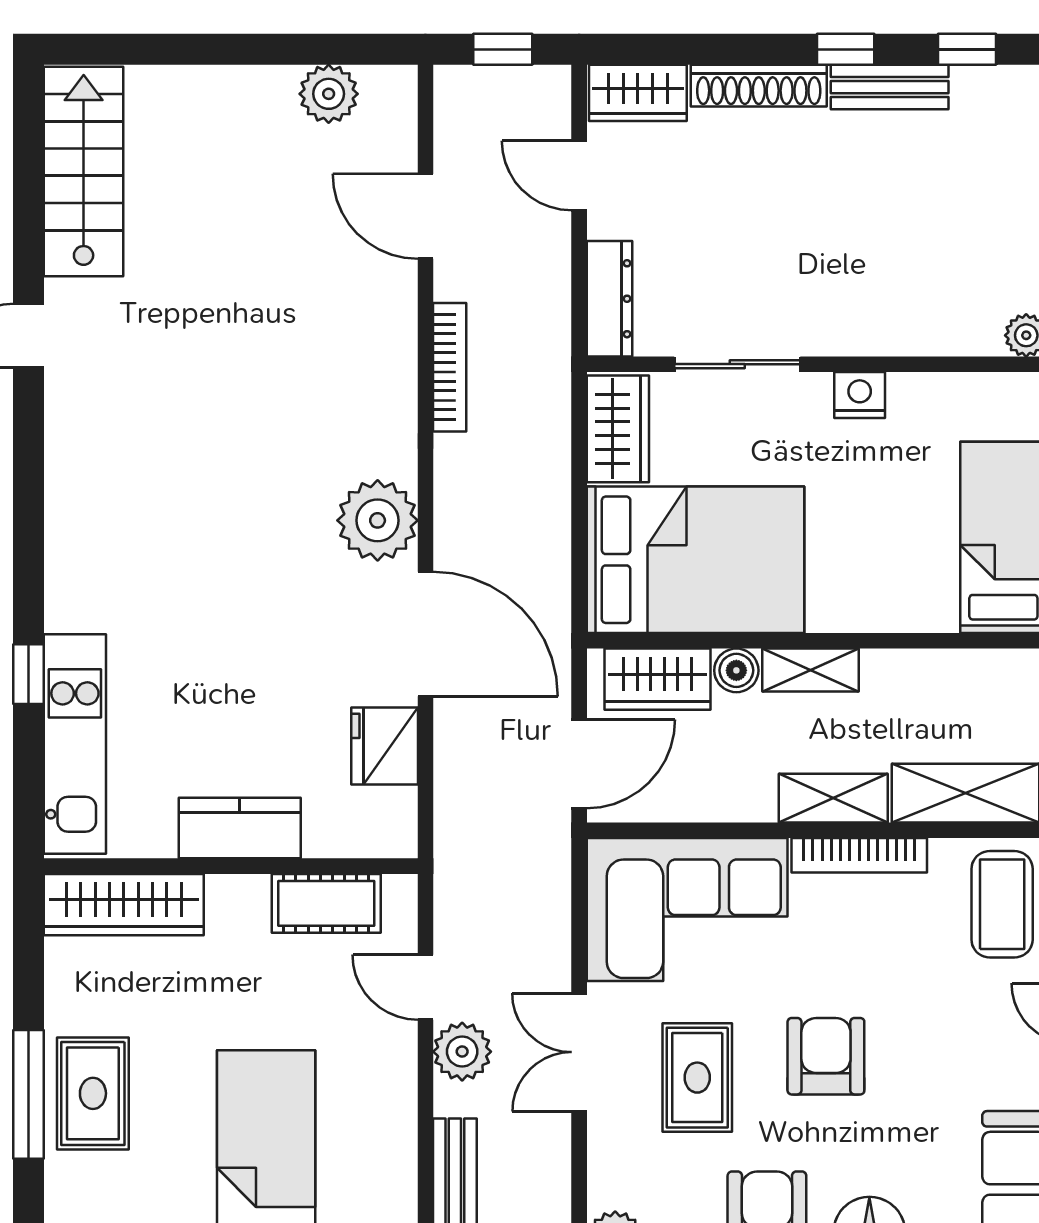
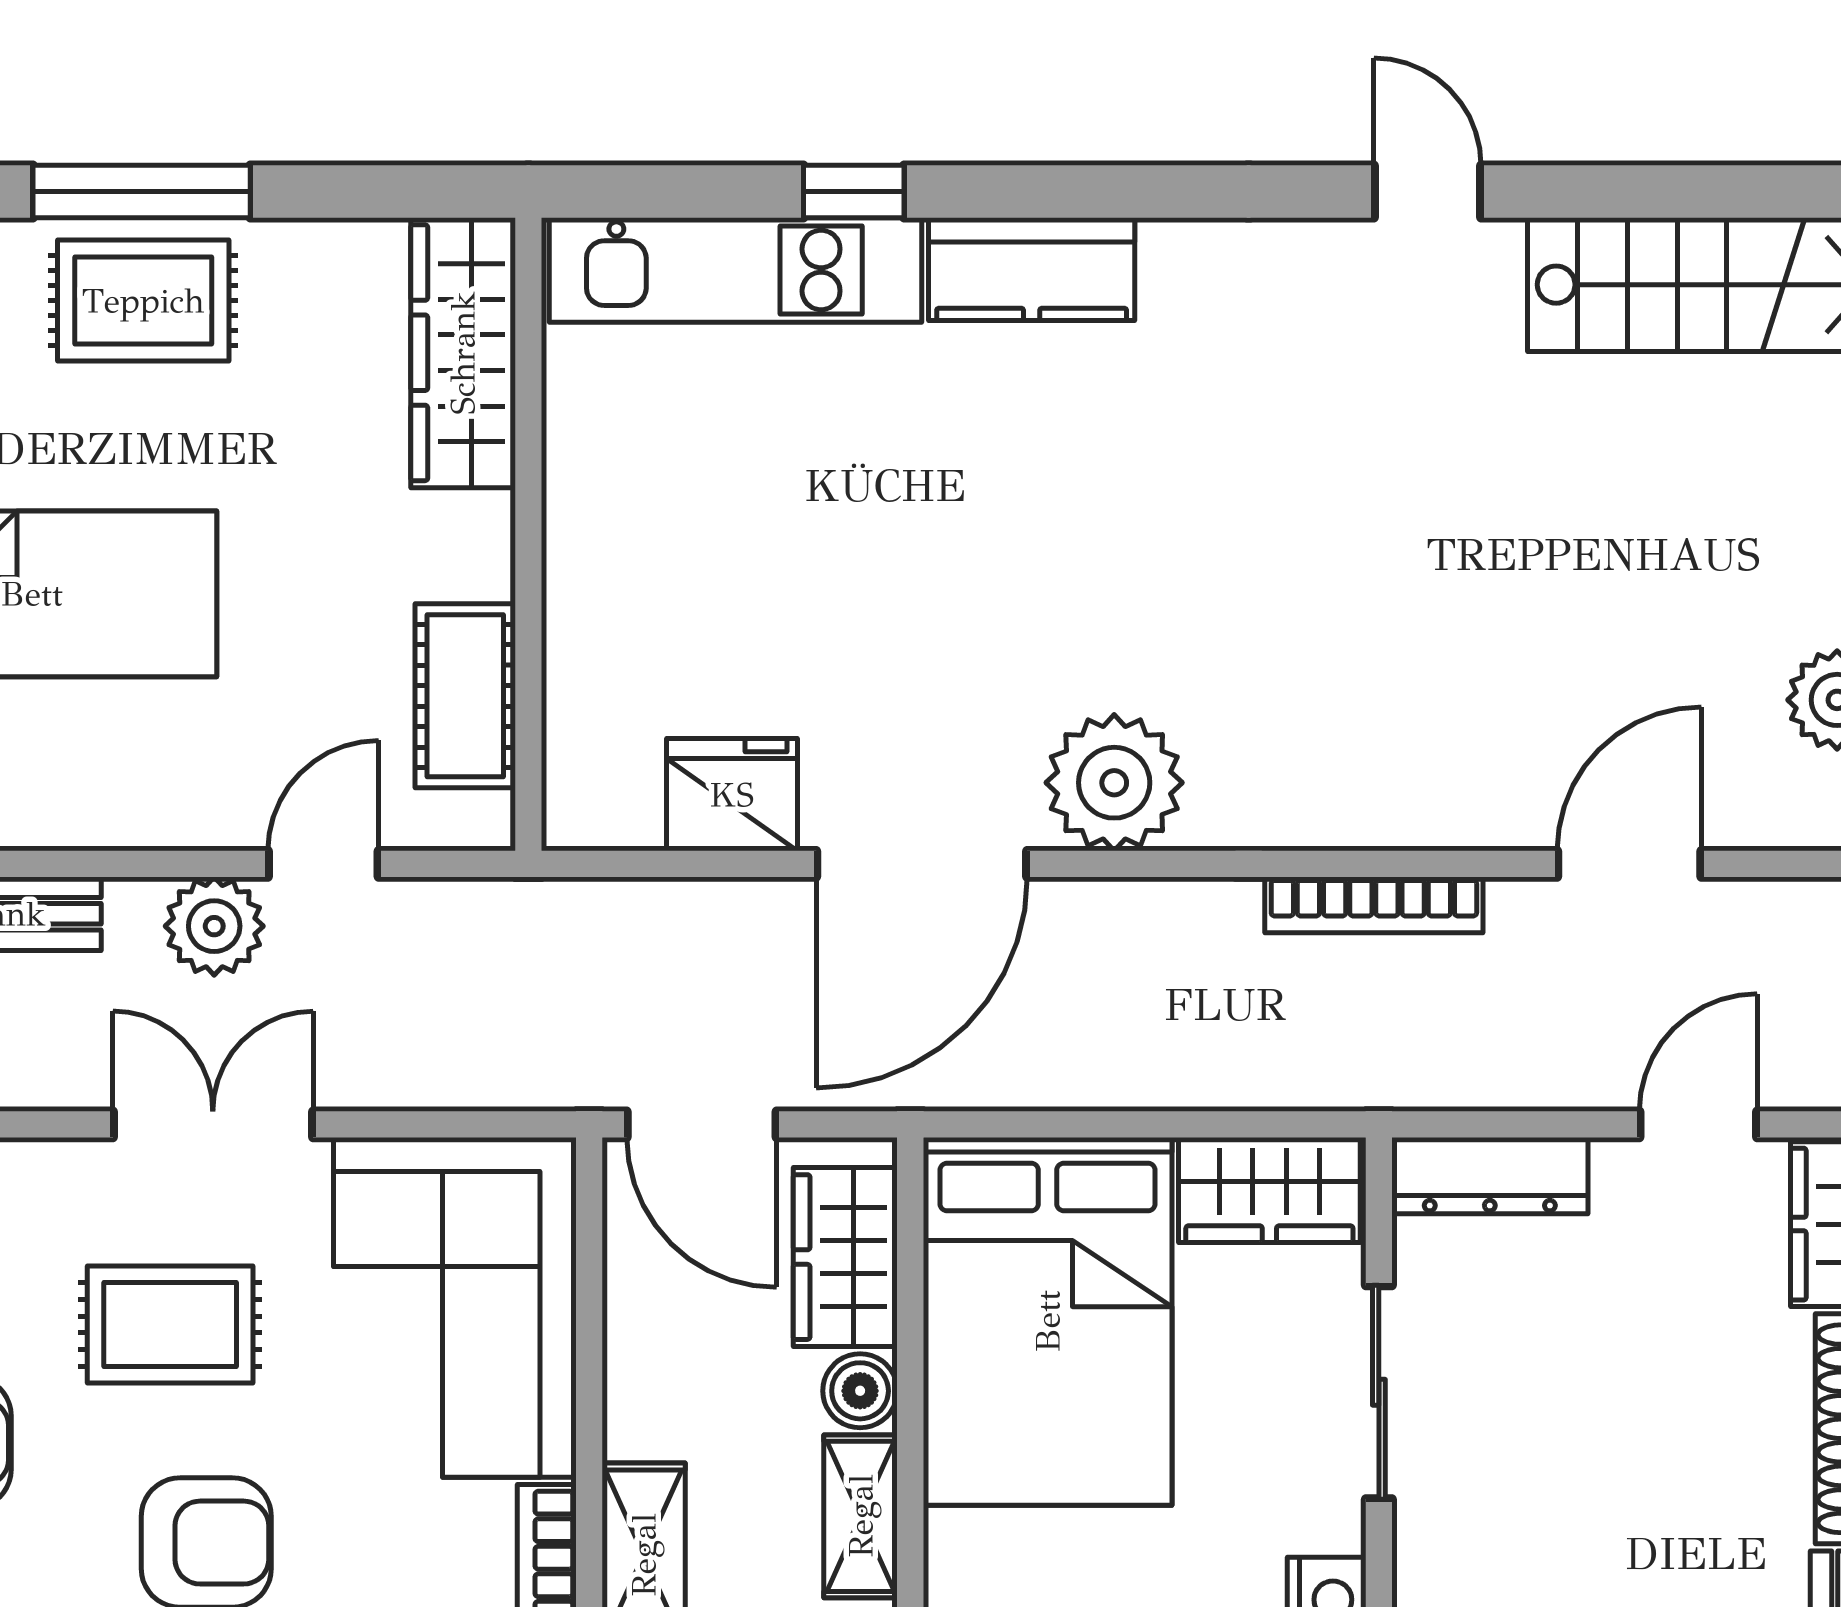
kitchen counter: (240, 828) -> (1032, 269), moved, turned 90

